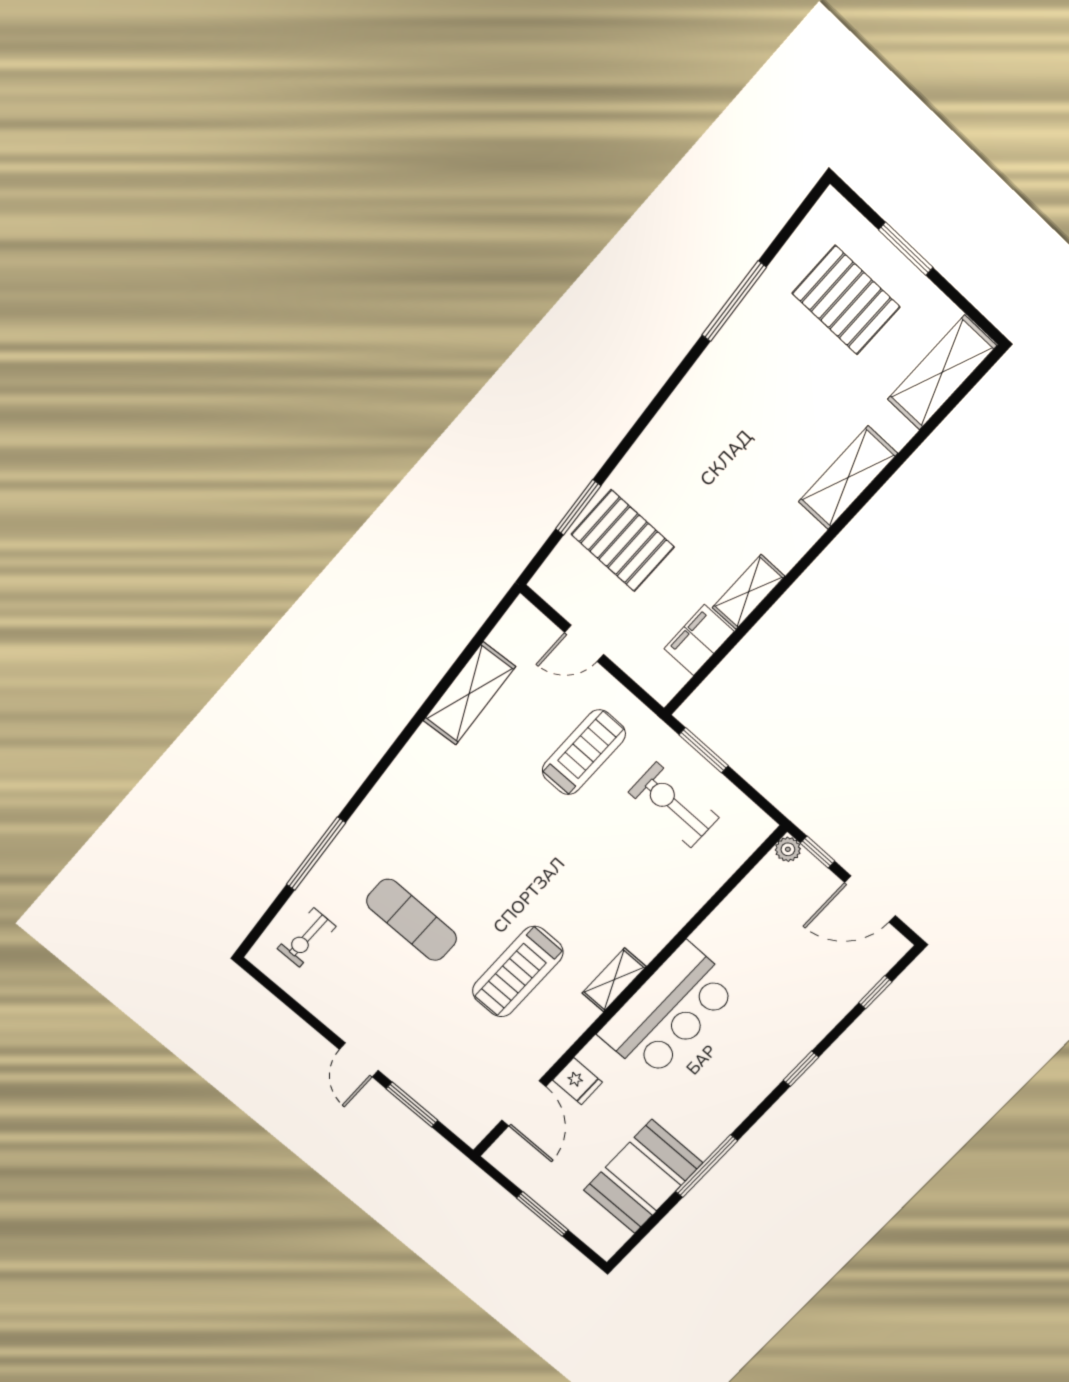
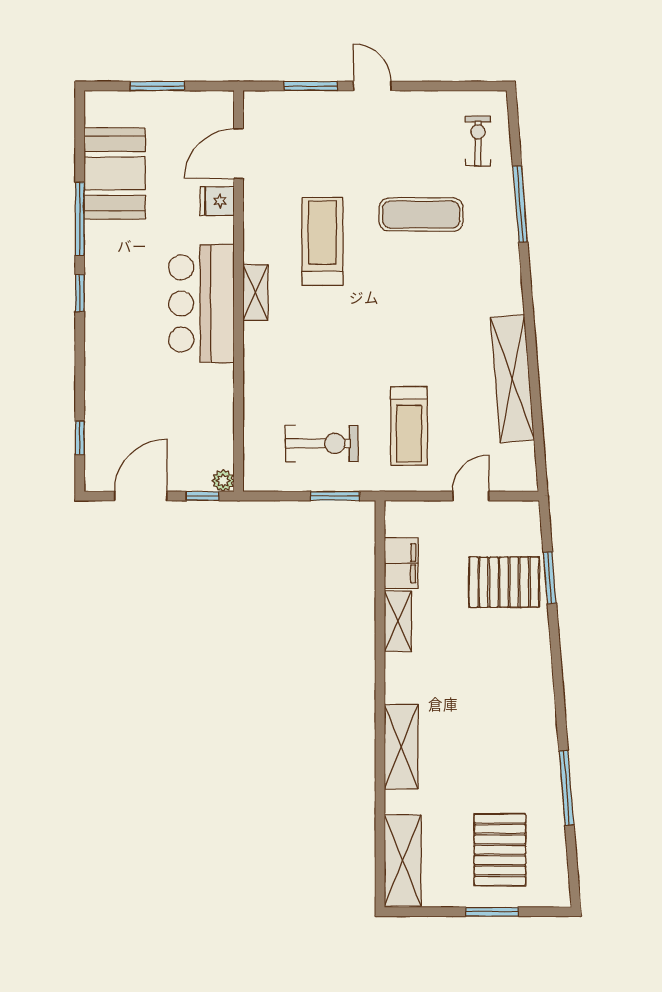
pallet: (846, 300) -> (500, 850), turned 90
shelving: (469, 693) -> (512, 379), width x1.47
window: (801, 1069) -> (80, 293), moved
door: (524, 1103) -> (239, 154), hinge flipped

